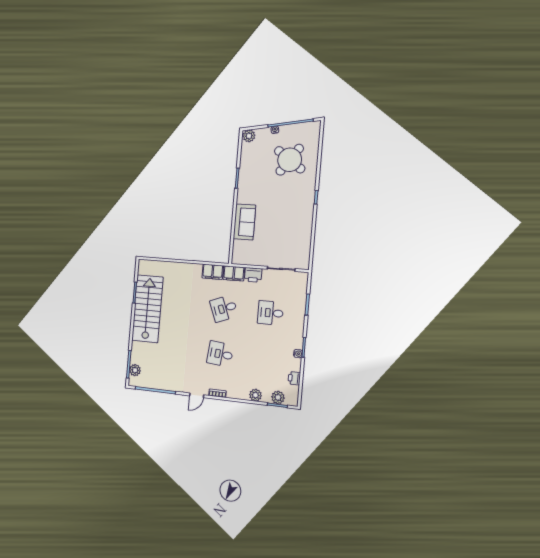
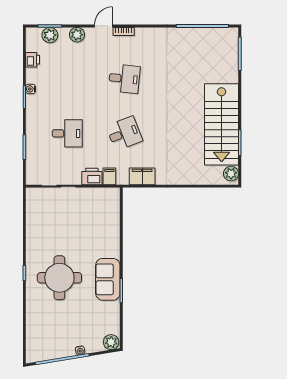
round table: (290, 160) -> (59, 278), moved, turned -36
sofa: (244, 222) -> (108, 279), moved
filing cabinet: (234, 273) -> (109, 176), width x0.50
plant: (135, 370) -> (231, 174), moved
door: (197, 395) -> (104, 26), moved

